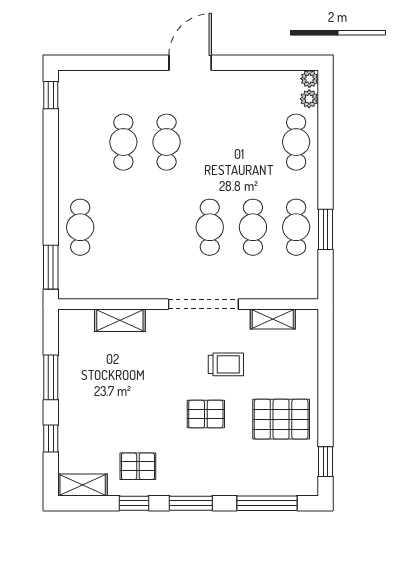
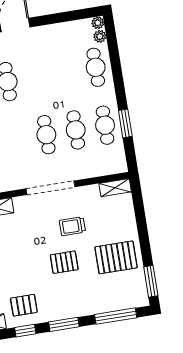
shelving: (273, 319) -> (115, 188), moved
trolley: (226, 364) -> (72, 226), turned 180
window: (325, 462) -> (151, 281), width x1.50

